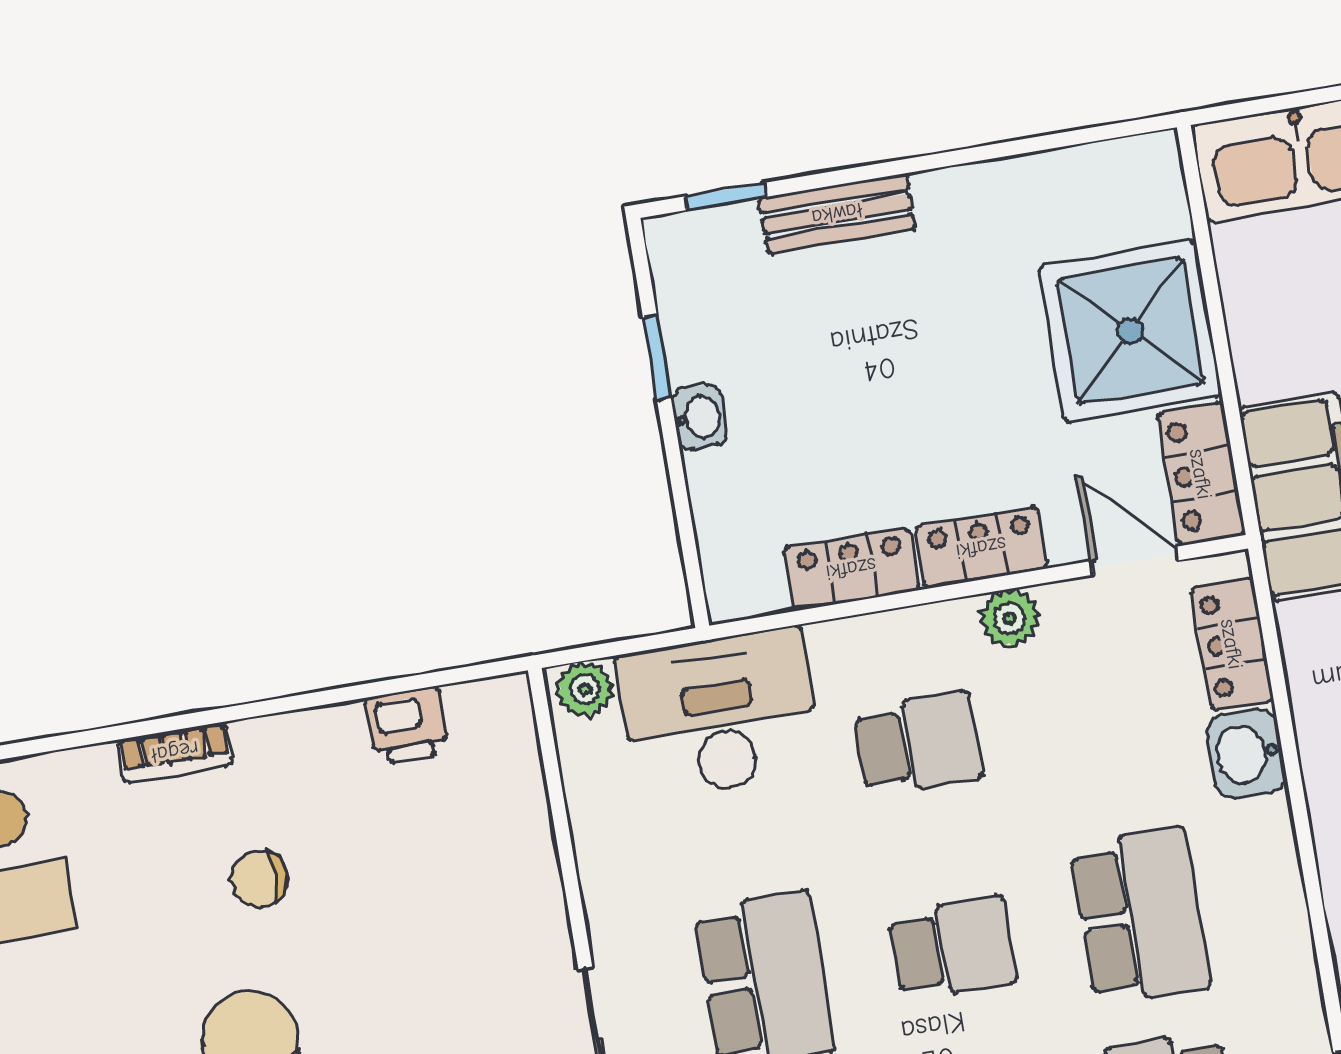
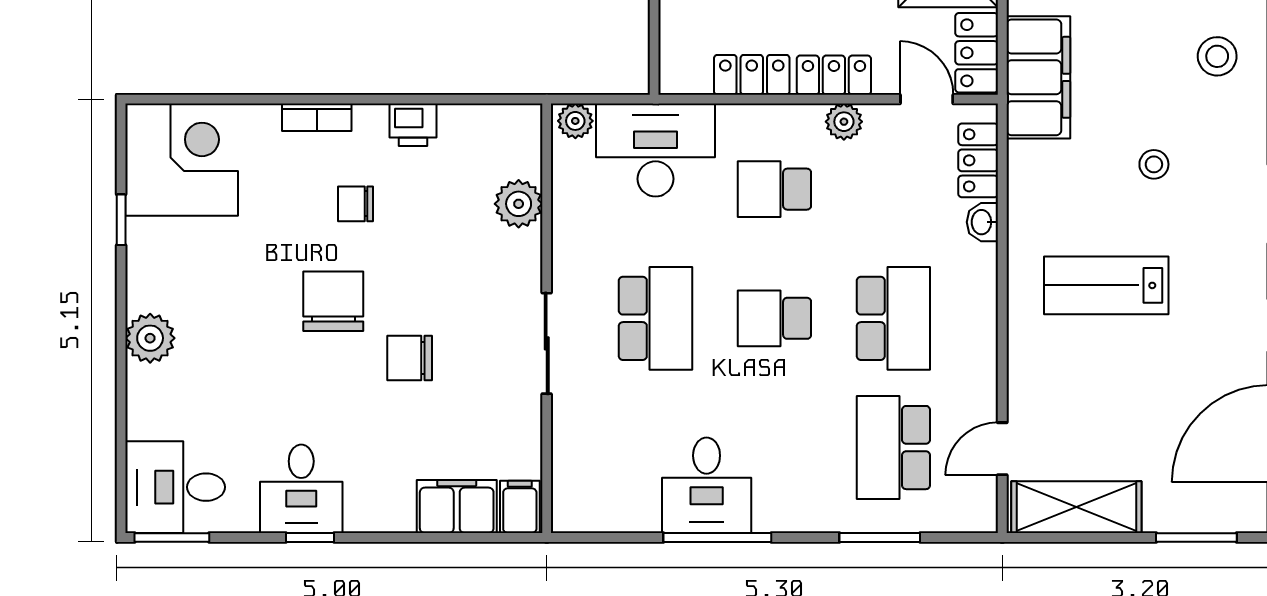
printer: (407, 725) -> (413, 125), moved
school desk: (918, 744) -> (774, 189), turned 180
washbasin: (1246, 754) -> (982, 222), width x0.72, depth x0.69
plant: (517, 835) -> (519, 204), added
school desk: (952, 948) -> (774, 318), turned 180

